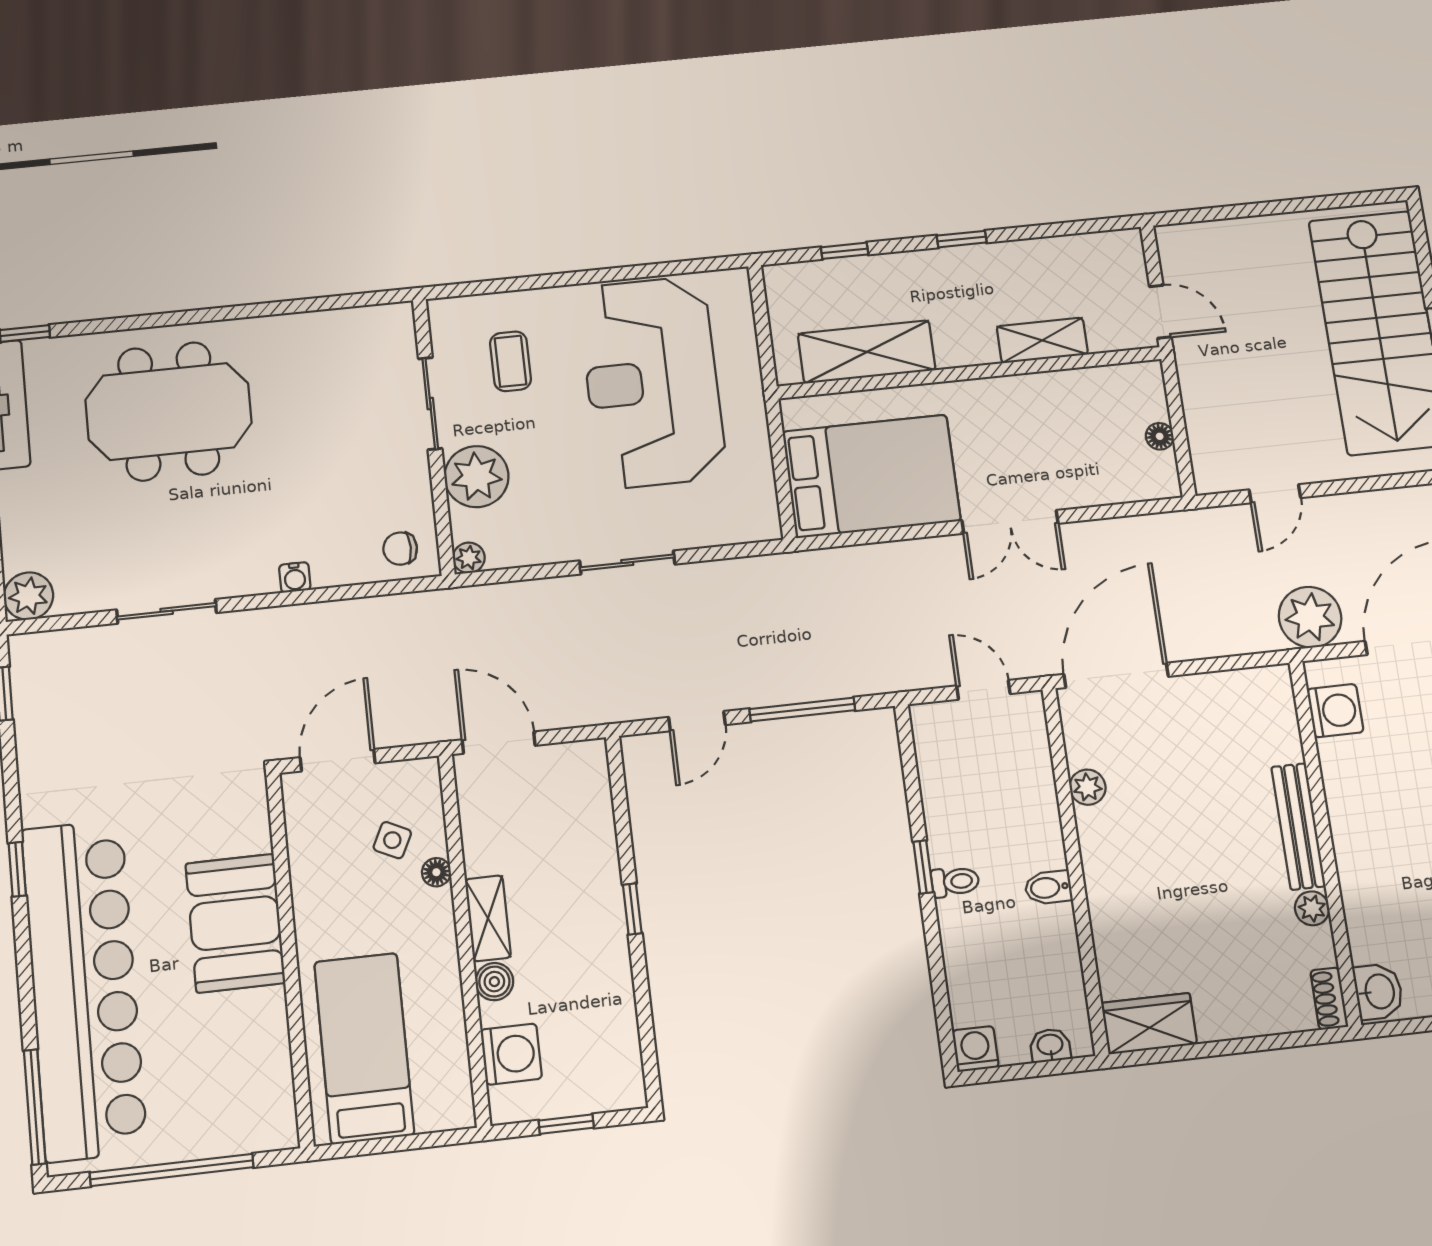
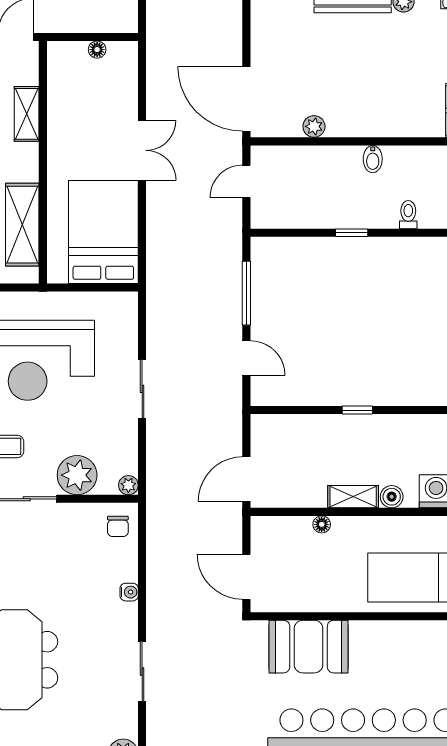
side table: (392, 840) -> (299, 549), removed
toilet: (955, 882) -> (408, 215), moved
booth: (235, 923) -> (309, 647), moved

